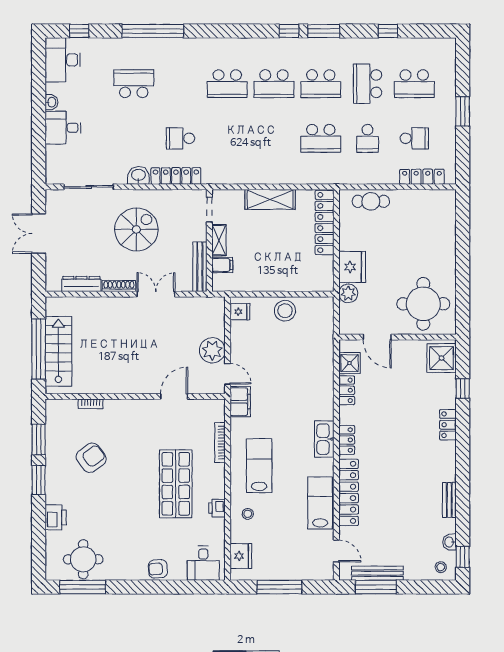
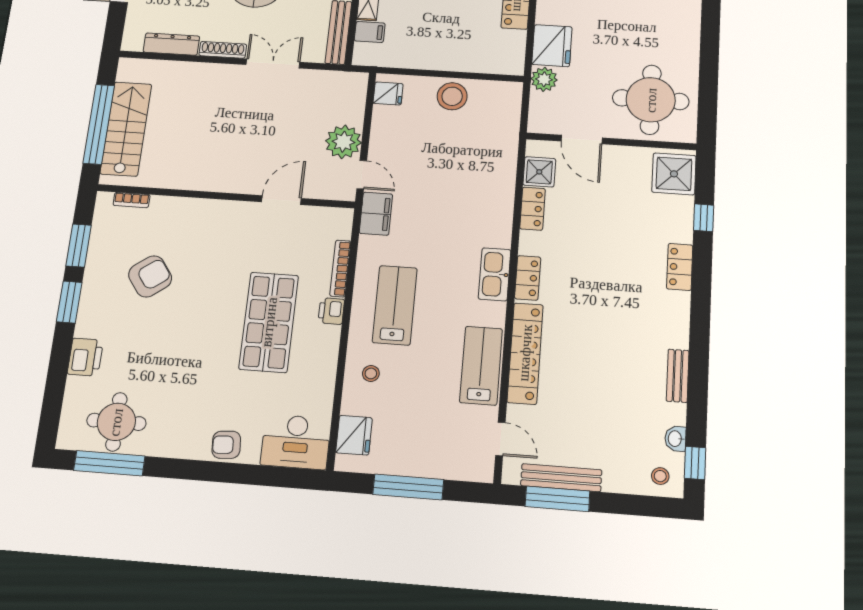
bookcase: (91, 404) -> (132, 200), moved
printer: (217, 508) -> (331, 311), moved
desk: (203, 563) -> (296, 442), width x1.37

